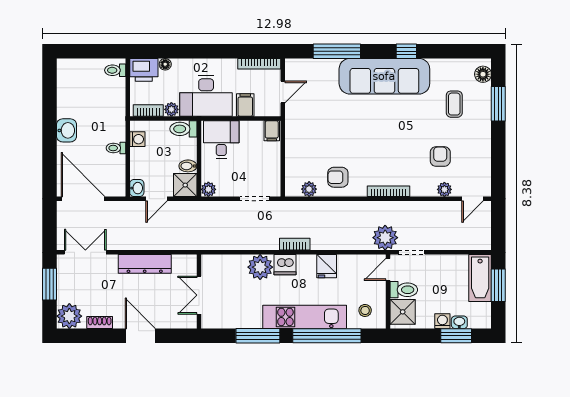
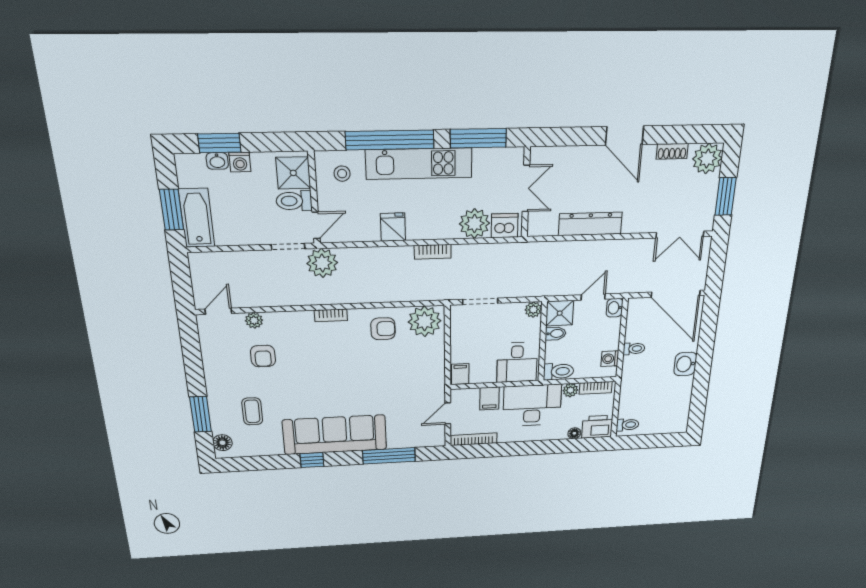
plant: (309, 189) -> (425, 321), width x1.88, depth x1.88
bookcase: (389, 191) -> (331, 315), width x0.64
dresser: (145, 264) -> (590, 224), moved
dishwasher: (285, 265) -> (505, 226), moved
wall: (199, 292) -> (526, 193), moved
double door: (199, 295) -> (526, 188), moved

